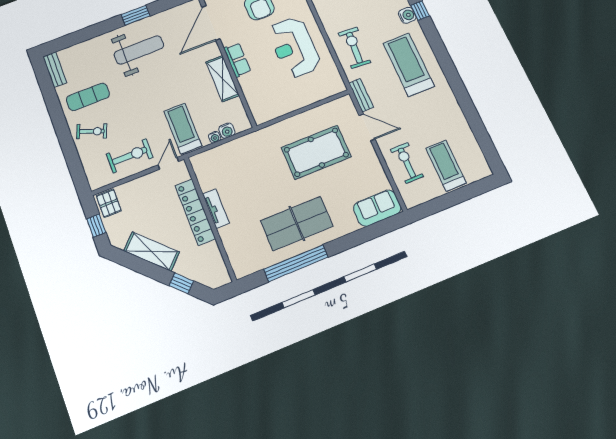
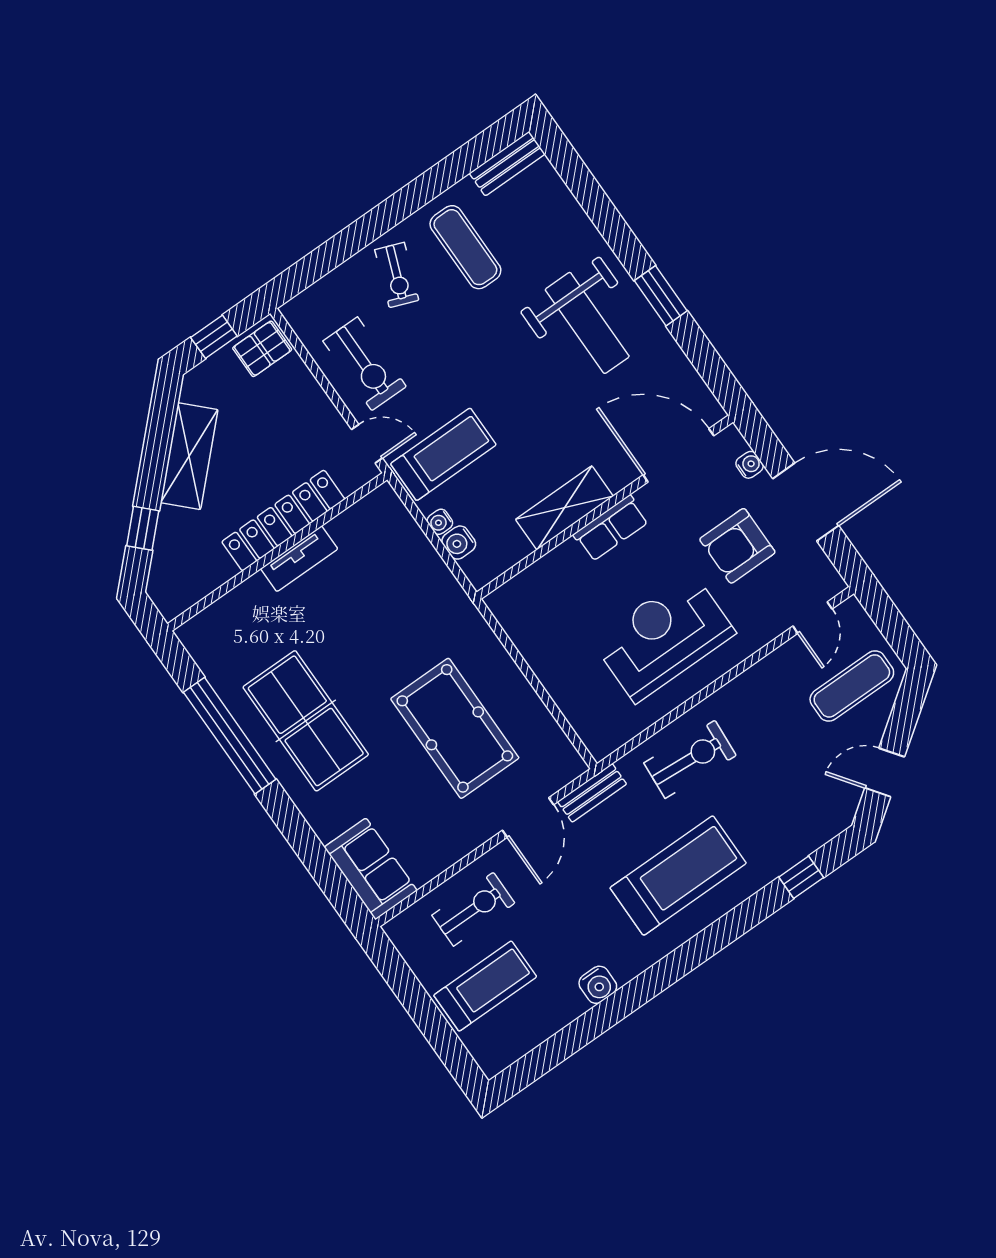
water cooler: (407, 15) -> (598, 985), moved

